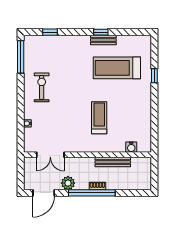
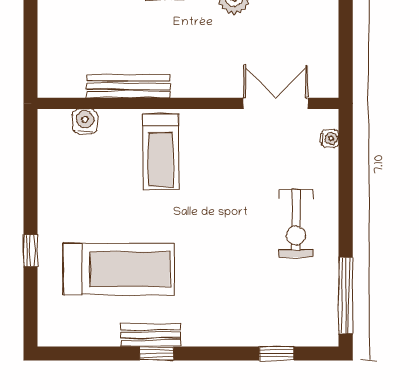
water cooler: (131, 147) -> (85, 121), moved
double door: (50, 155) -> (276, 103), moved
wall: (87, 155) -> (188, 103), moved
bench: (113, 162) -> (128, 86), moved

